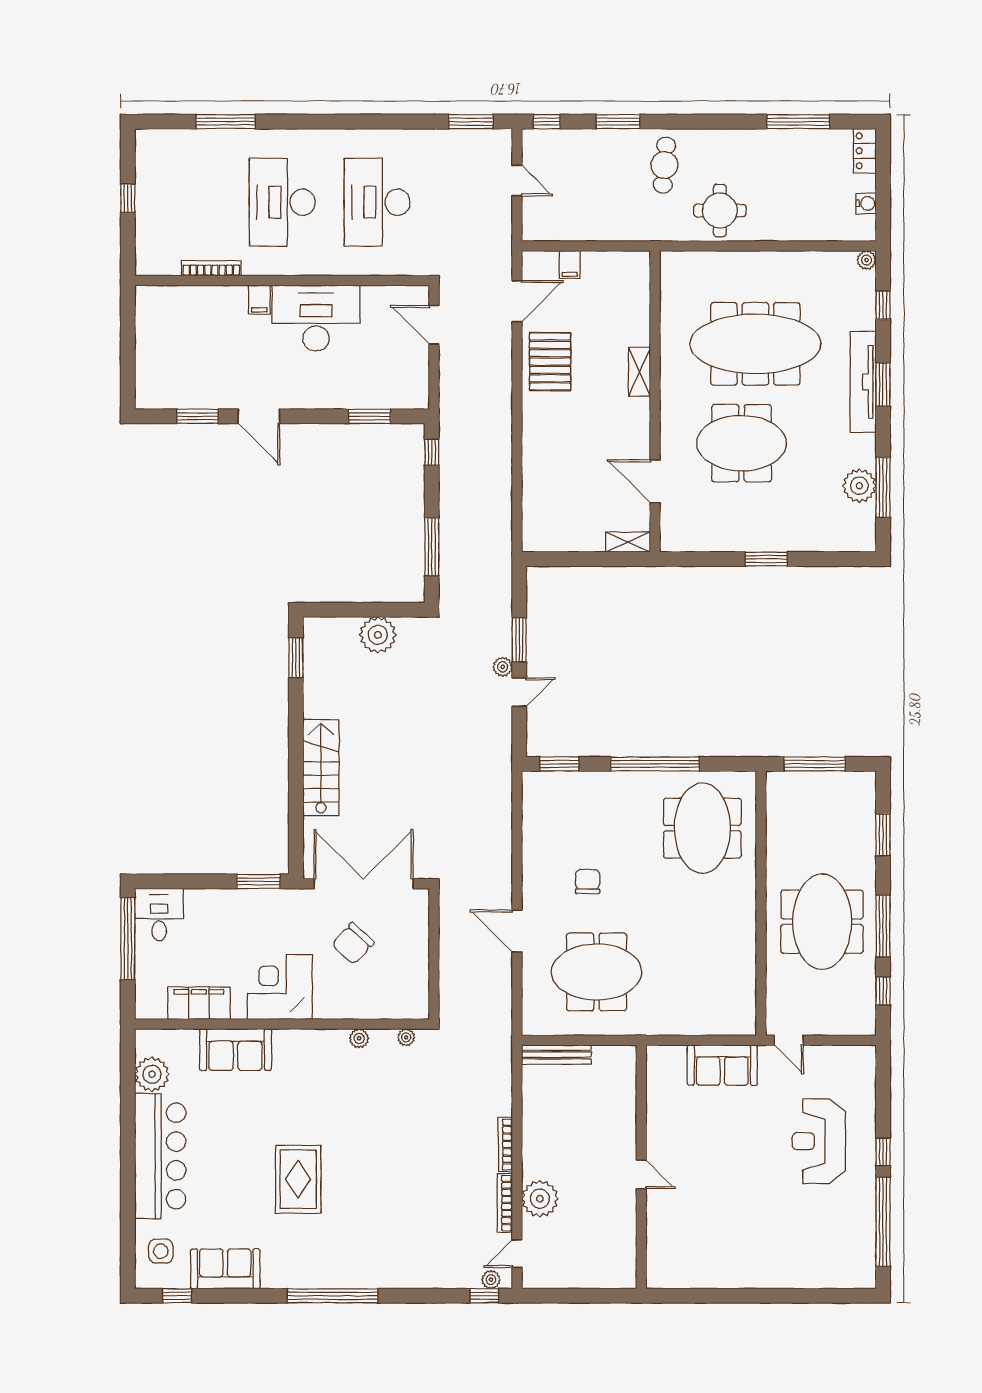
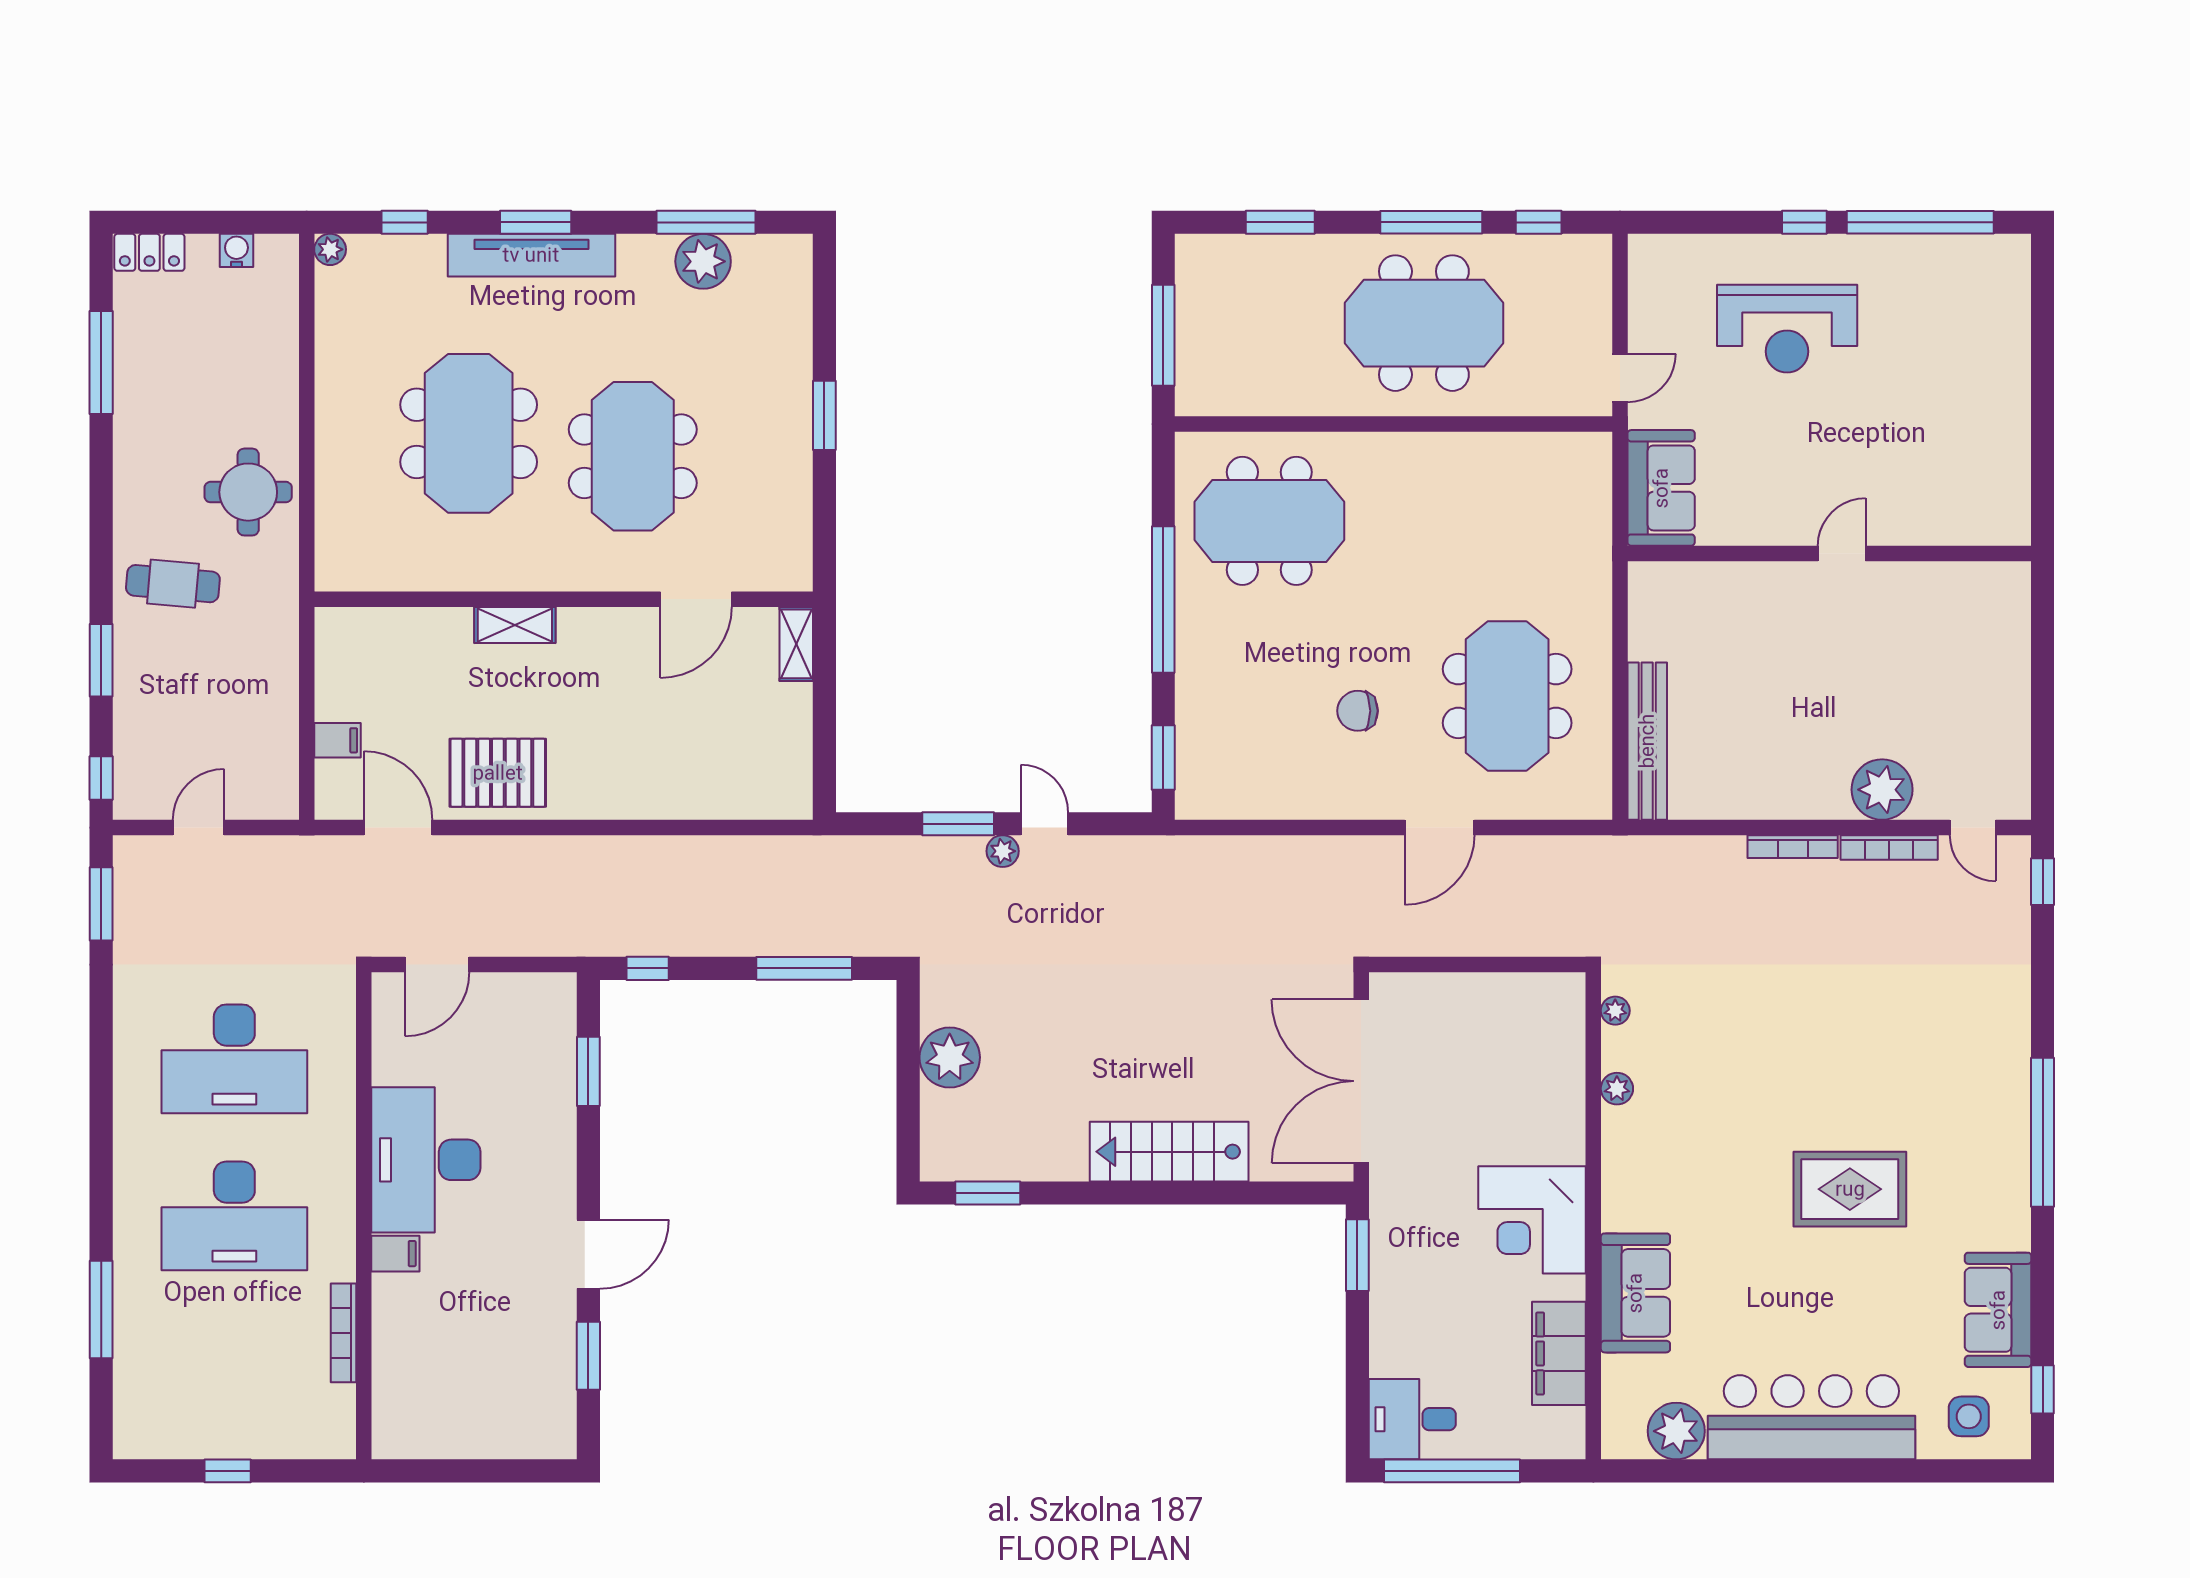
meeting table: (755, 344) -> (469, 433), width x0.73
chair: (353, 944) -> (1460, 1099), removed
bench: (556, 1055) -> (1647, 741), width x1.37, depth x1.21
wall: (641, 1167) -> (1829, 553), moved
door: (641, 1174) -> (1842, 553), moved
plant: (491, 1280) -> (2016, 870), removed

